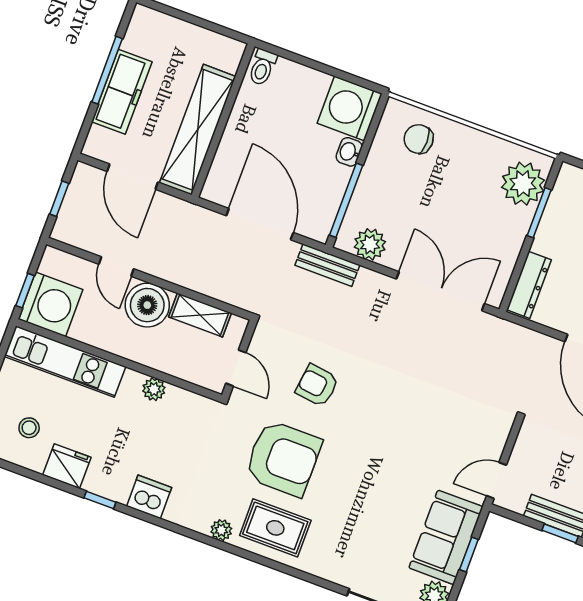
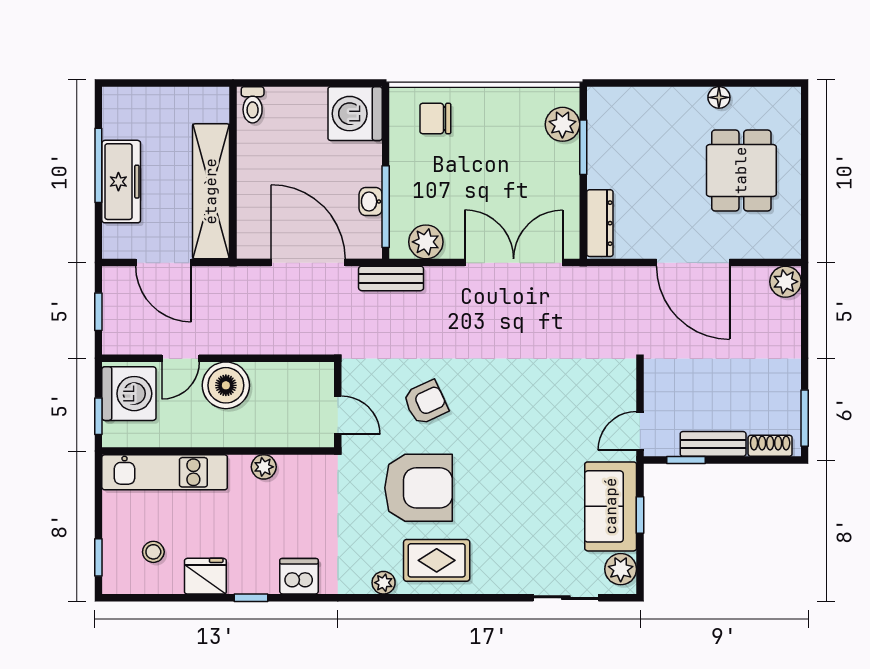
washbasin: (349, 152) -> (371, 202), moved
plant: (523, 184) -> (562, 124), width x0.73, depth x0.73
door: (116, 266) -> (181, 358), hinge flipped
washing machine: (51, 304) -> (129, 394), moved
shelving: (200, 315) -> (282, 376), removed
armchair: (317, 385) -> (426, 402), turned 148
window: (560, 533) -> (686, 460), moved

